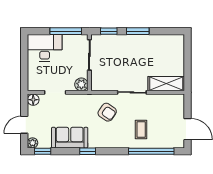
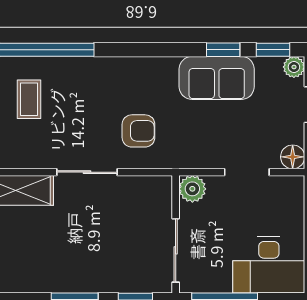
armchair: (107, 112) -> (138, 131), turned 145
coffee table: (141, 130) -> (29, 99), moved
window: (88, 151) -> (223, 50), moved

